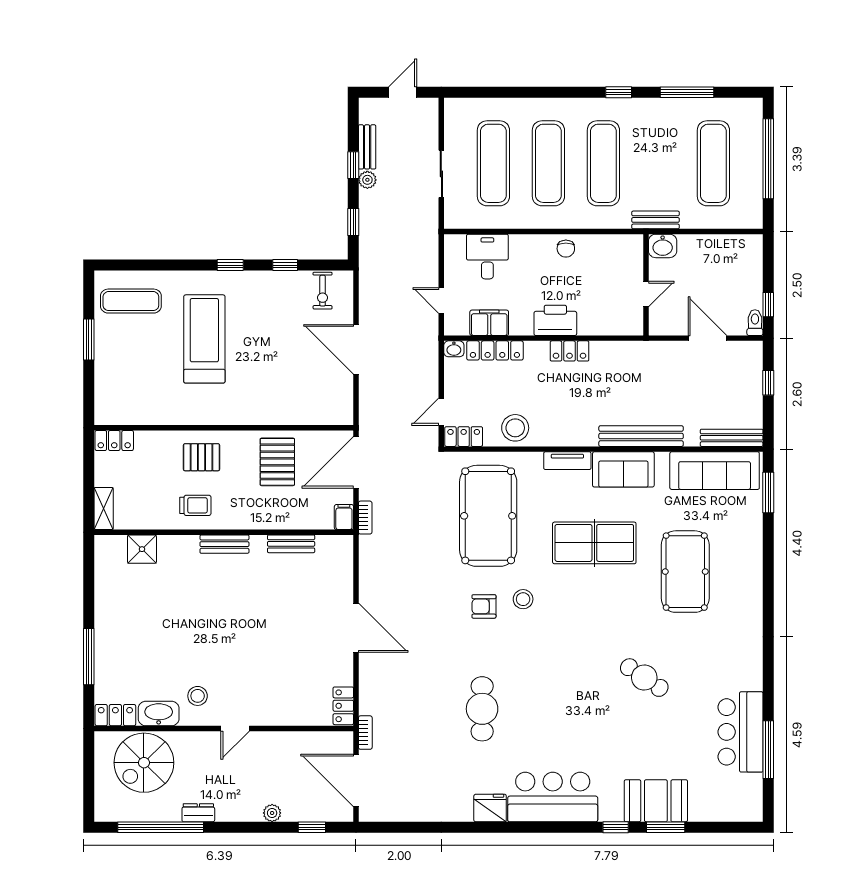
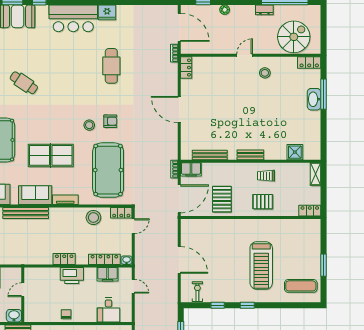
filing cabinet: (344, 517) -> (191, 169), width x2.00
bench: (291, 544) -> (210, 155), width x1.36
washbasin: (159, 714) -> (314, 99), moved, turned 90

